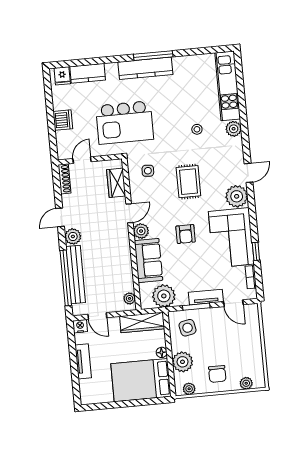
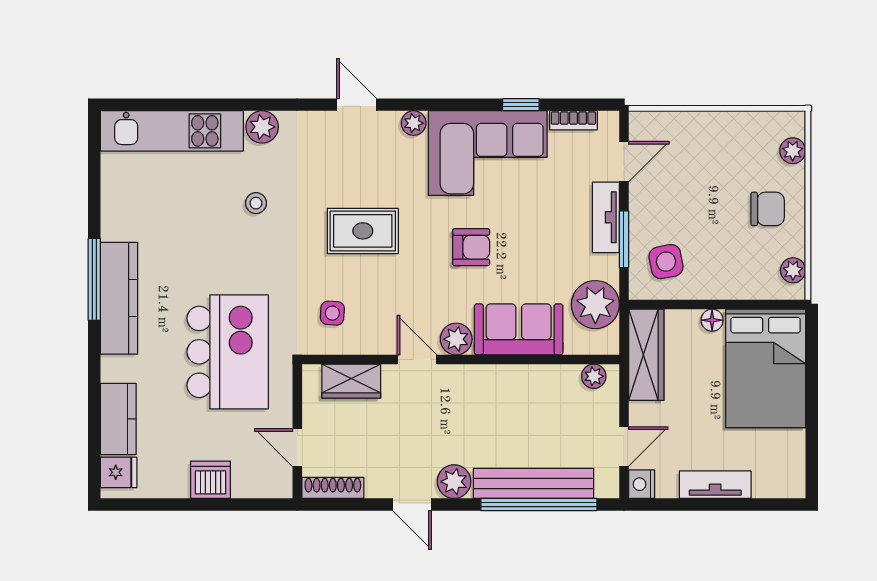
plant: (237, 196) -> (414, 123), width x0.53, depth x0.53
plant: (183, 362) -> (736, 279), removed

